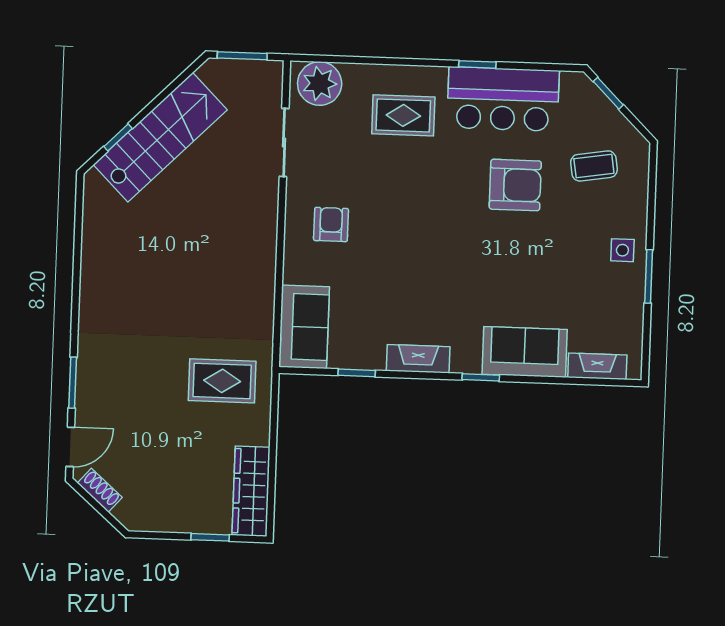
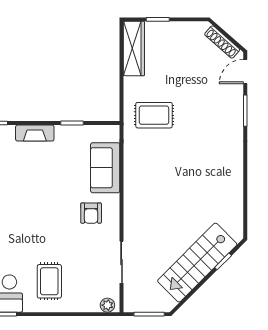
plant: (320, 84) -> (107, 305), width x0.53, depth x0.53
rug: (403, 115) -> (49, 281), turned 90
sofa: (304, 327) -> (105, 168), moved
shoe rack: (100, 490) -> (222, 42), width x1.43

